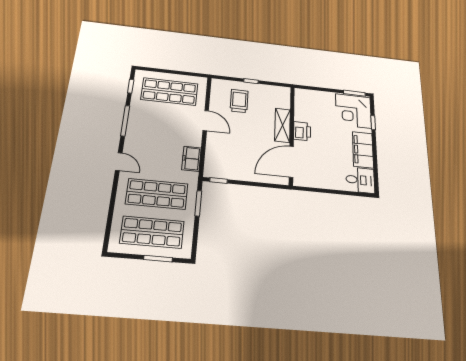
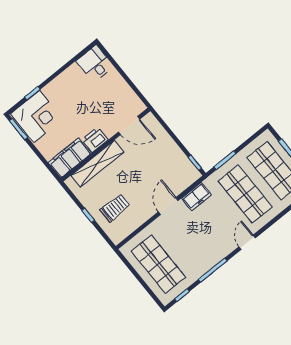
trolley: (239, 101) -> (115, 208), turned 180
door: (206, 121) -> (168, 206), moved
shelving: (282, 125) -> (97, 164), width x1.47
filing cabinet: (363, 150) -> (70, 158), moved, turned 180
door: (291, 162) -> (129, 126), width x0.73

